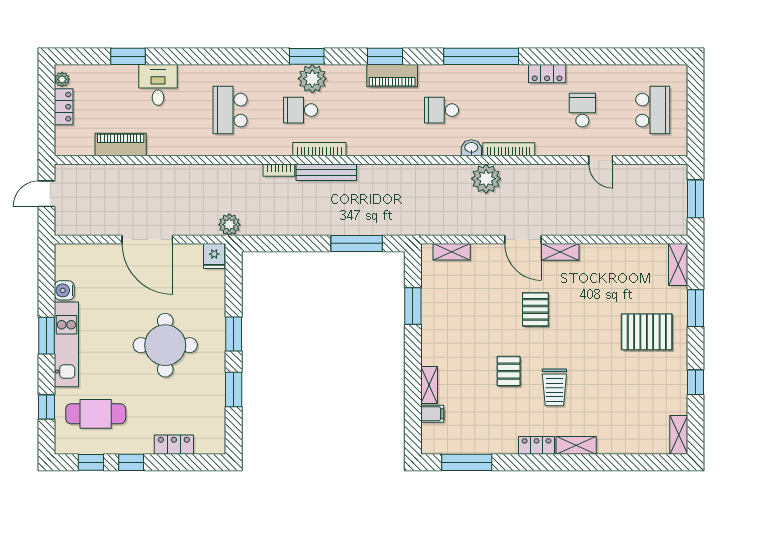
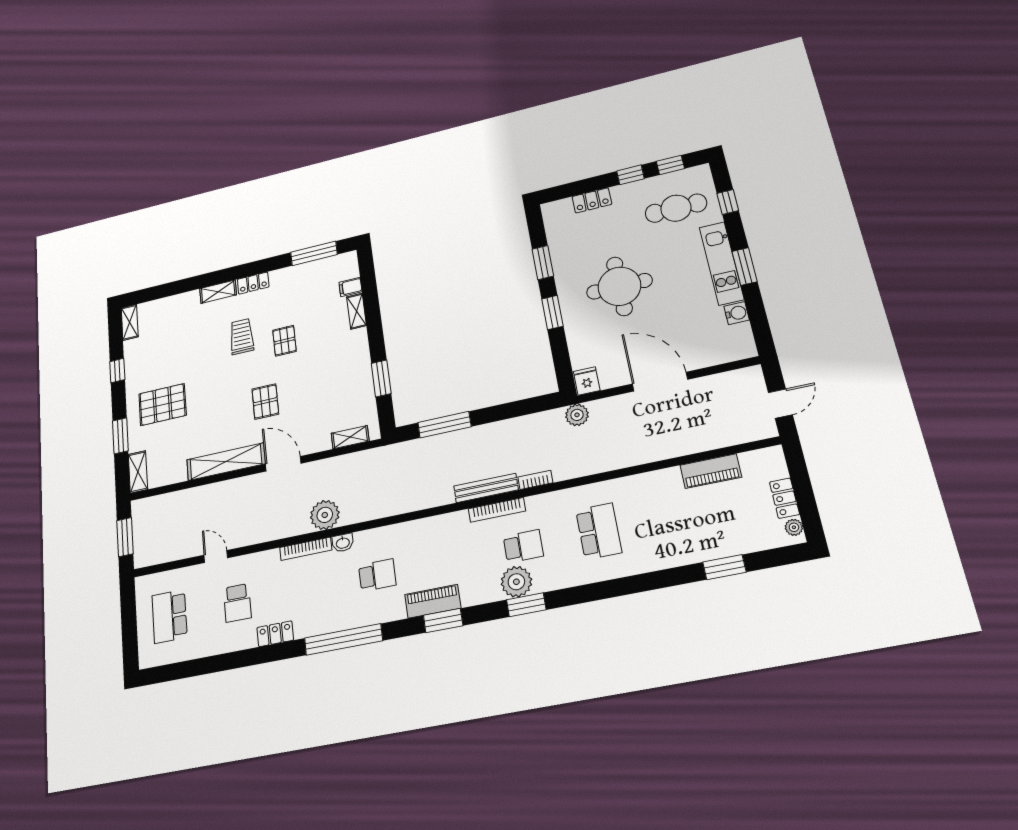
desk: (158, 85) -> (684, 543), removed
shelving: (560, 252) -> (226, 462), width x2.20, depth x1.33

